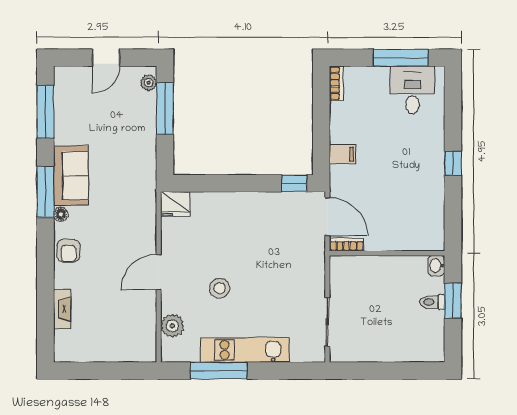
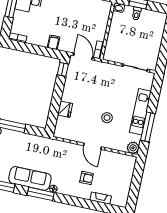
sofa: (71, 176) -> (30, 178), width x1.36
fridge: (175, 204) -> (65, 109), moved
door: (327, 217) -> (83, 56), hinge flipped
armchair: (68, 251) -> (87, 178), moved
plant: (172, 326) -> (133, 148), moved

